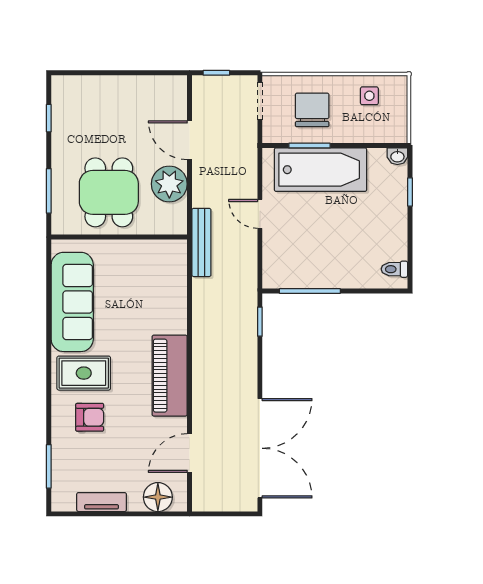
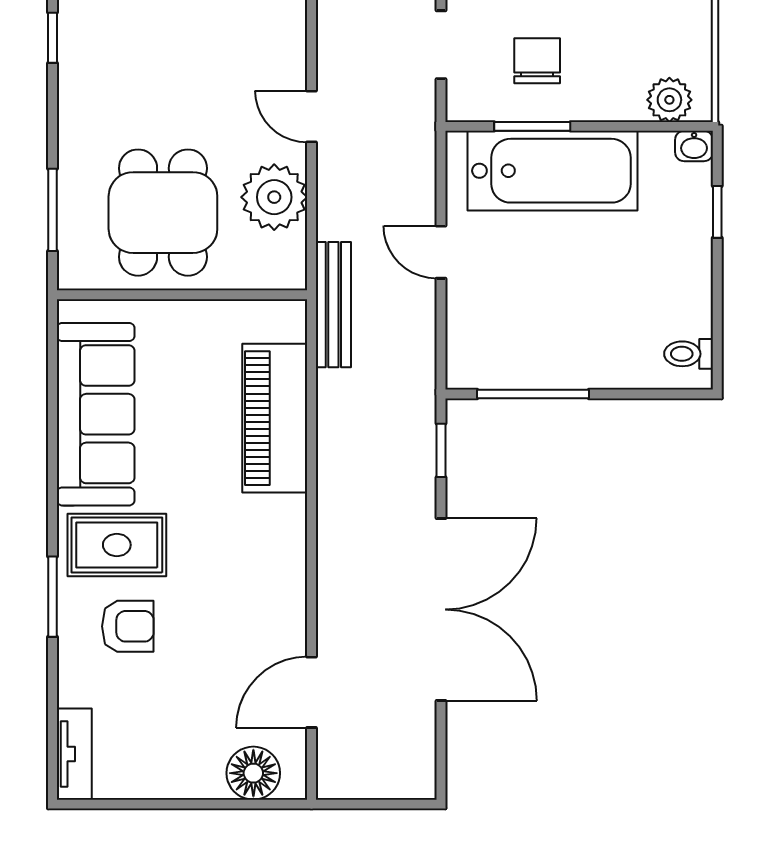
side table: (369, 96) -> (642, 35), removed
chair: (312, 110) -> (537, 61), width x0.73, depth x0.73
window: (49, 118) -> (52, 38), moved
plant: (384, 131) -> (669, 100), added
door: (190, 140) -> (311, 116), width x0.73
piano: (170, 376) -> (275, 418), moved
double door: (260, 448) -> (441, 609), moved
window: (49, 466) -> (52, 597), moved
tv unit: (102, 502) -> (74, 754), moved, turned 90

